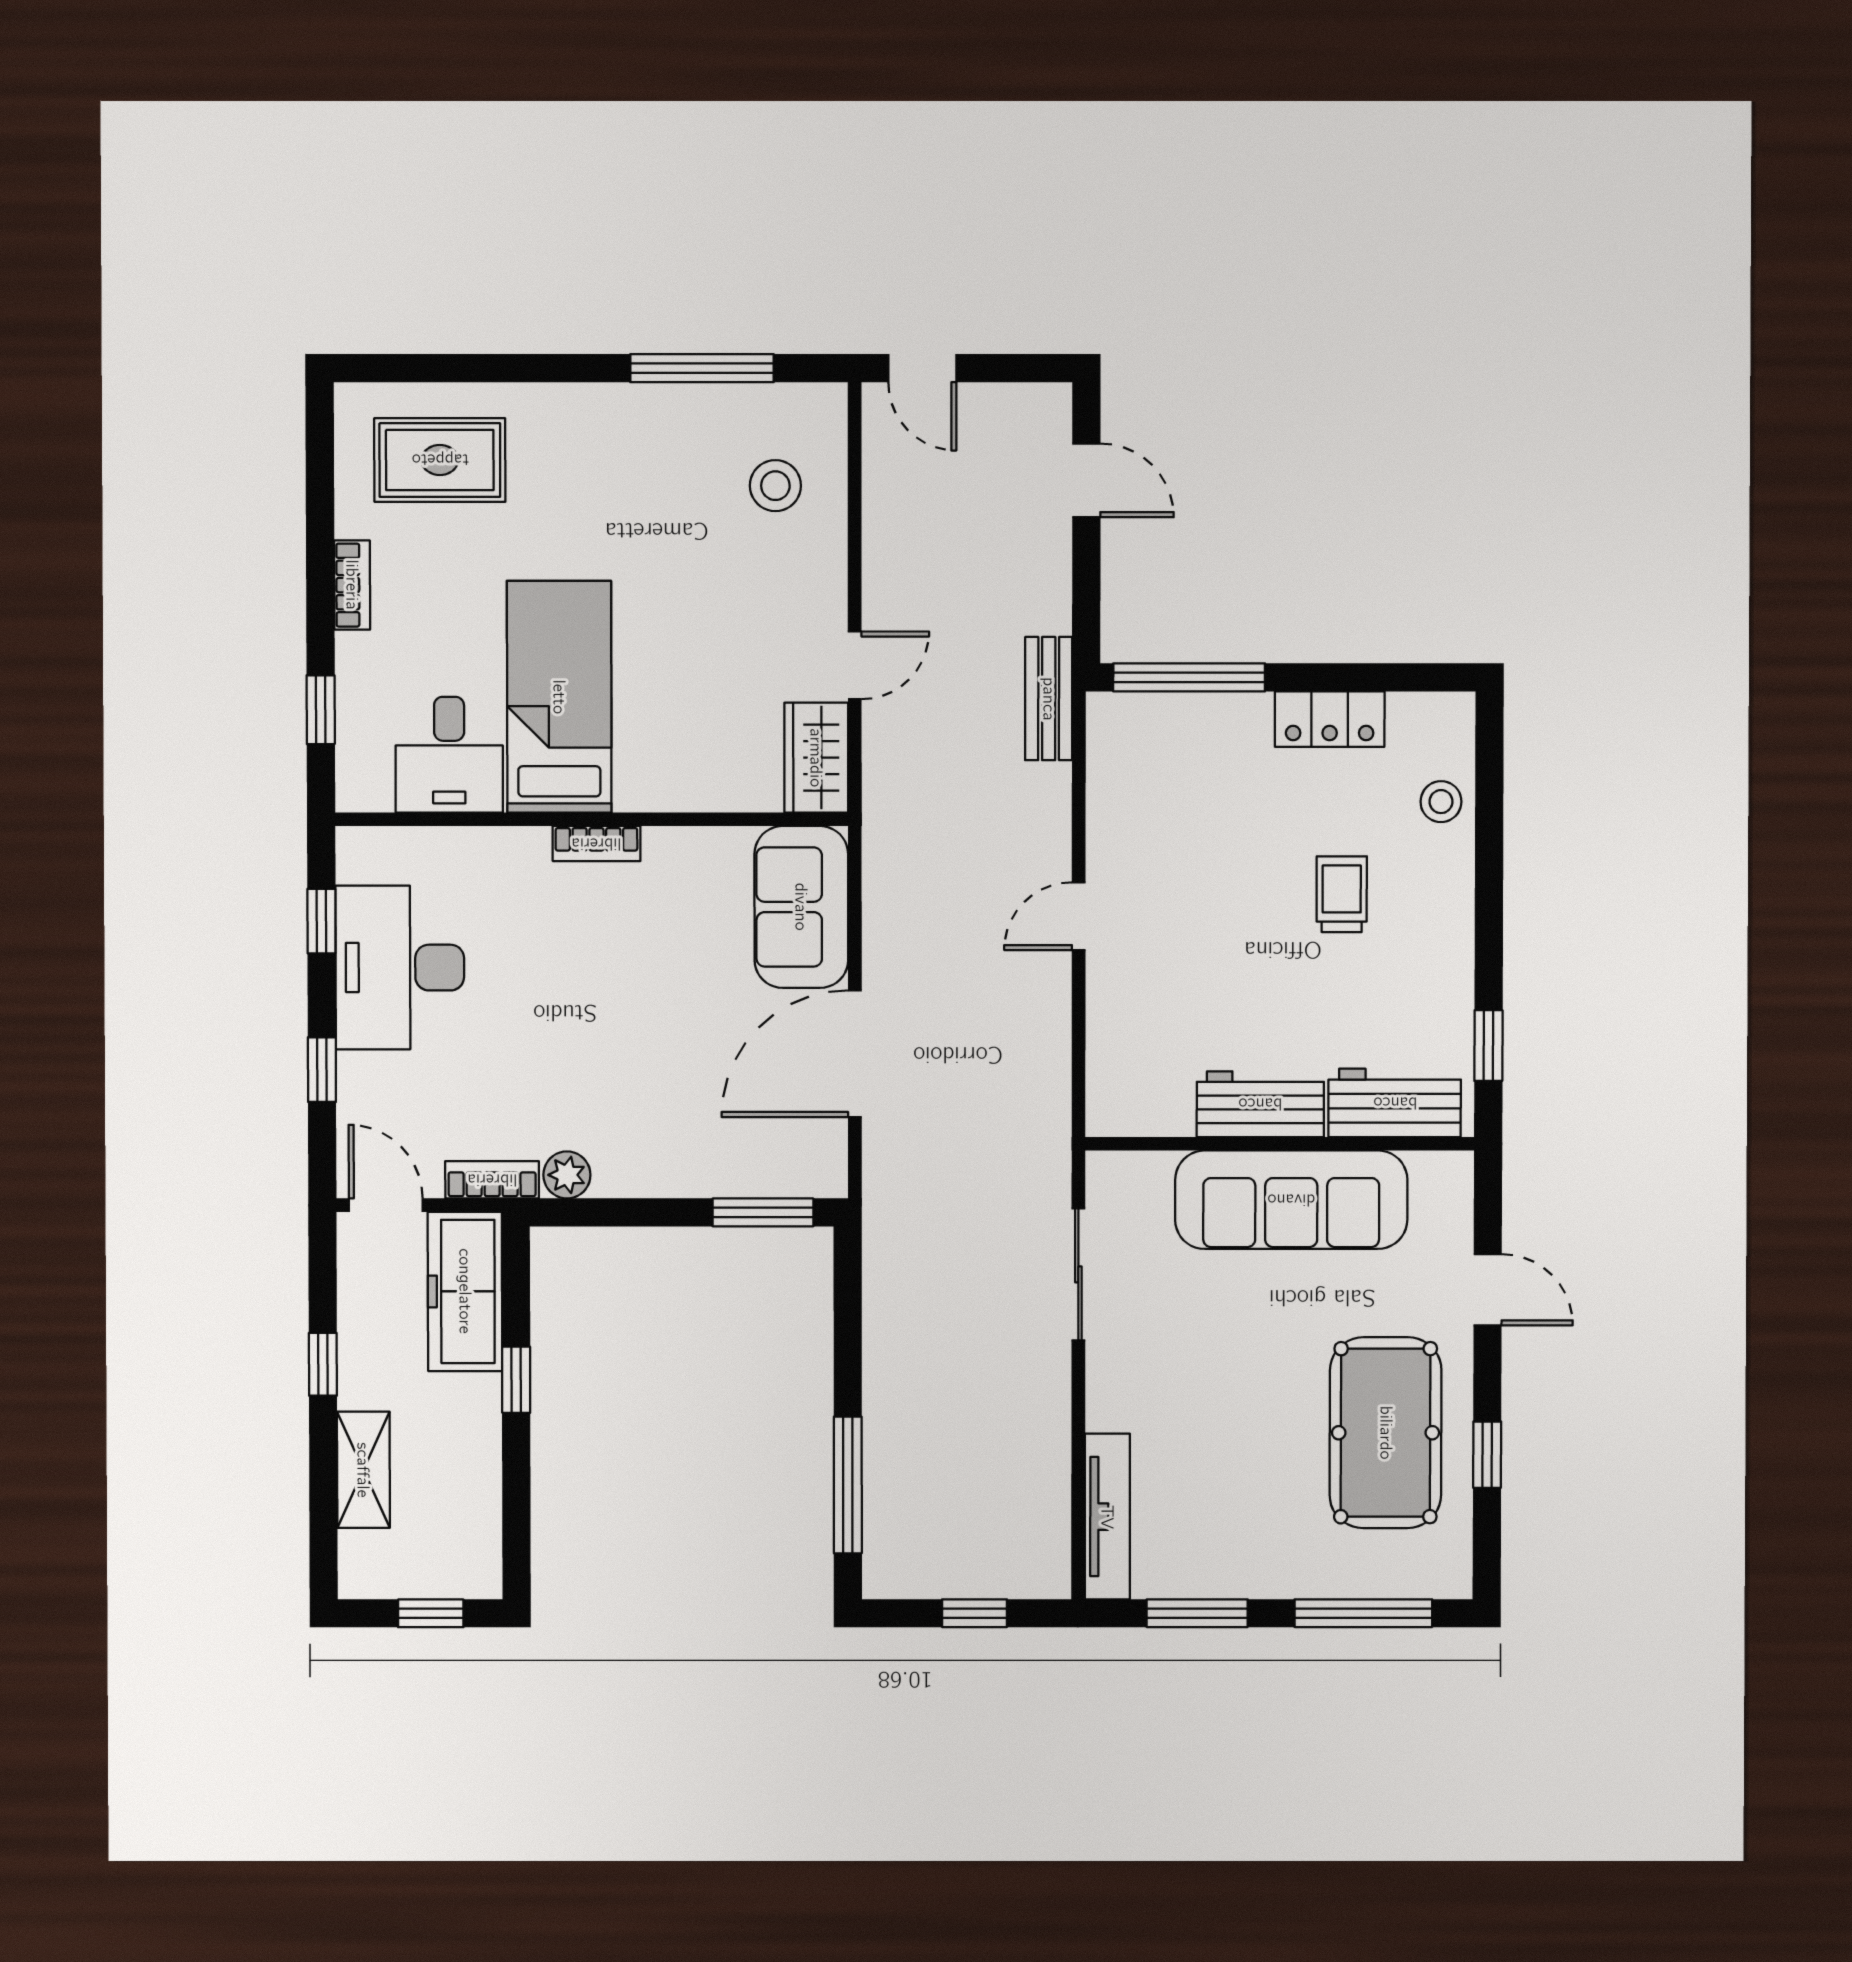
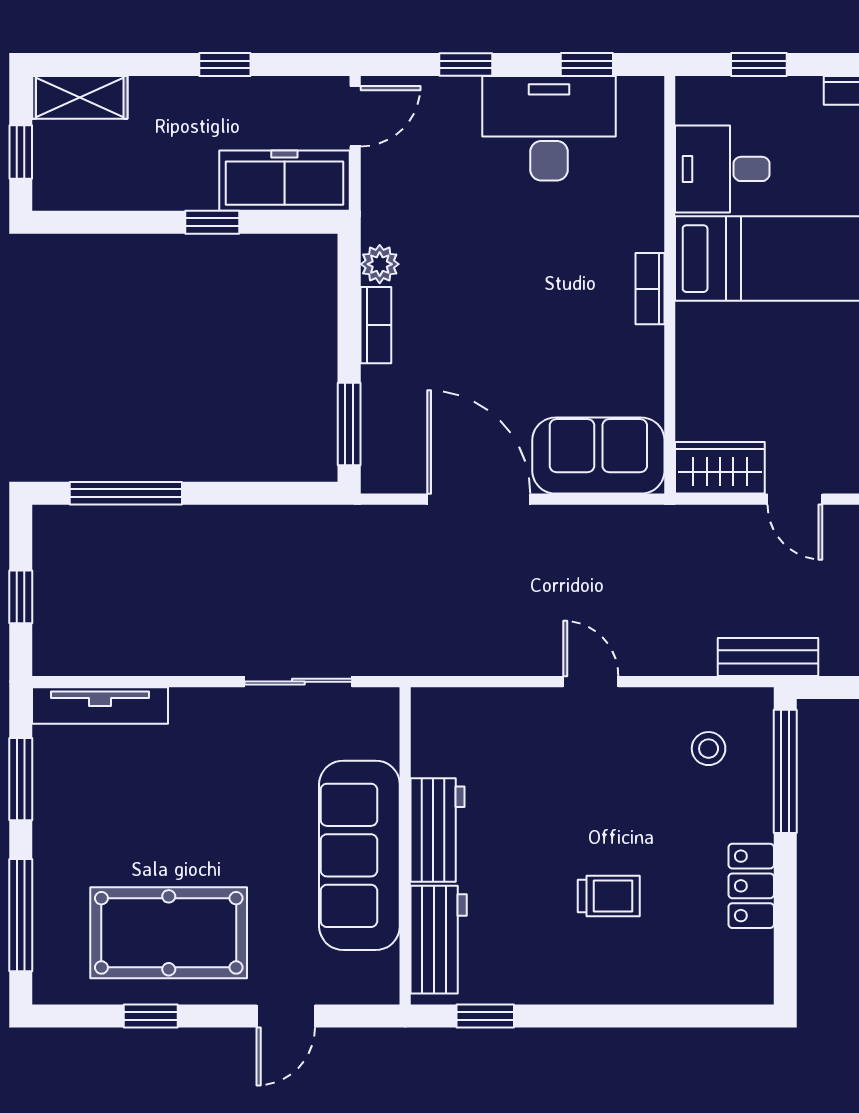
stool: (1441, 802) -> (709, 749), moved
bookcase: (492, 1180) -> (376, 325), moved
shelving: (363, 1470) -> (80, 97), moved

